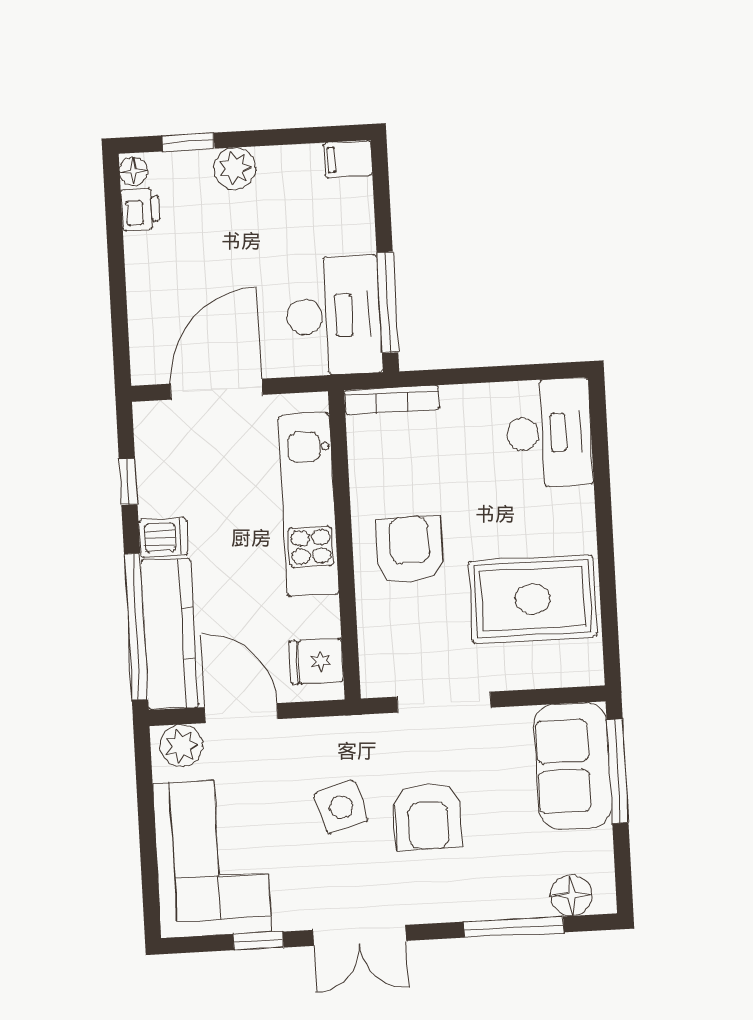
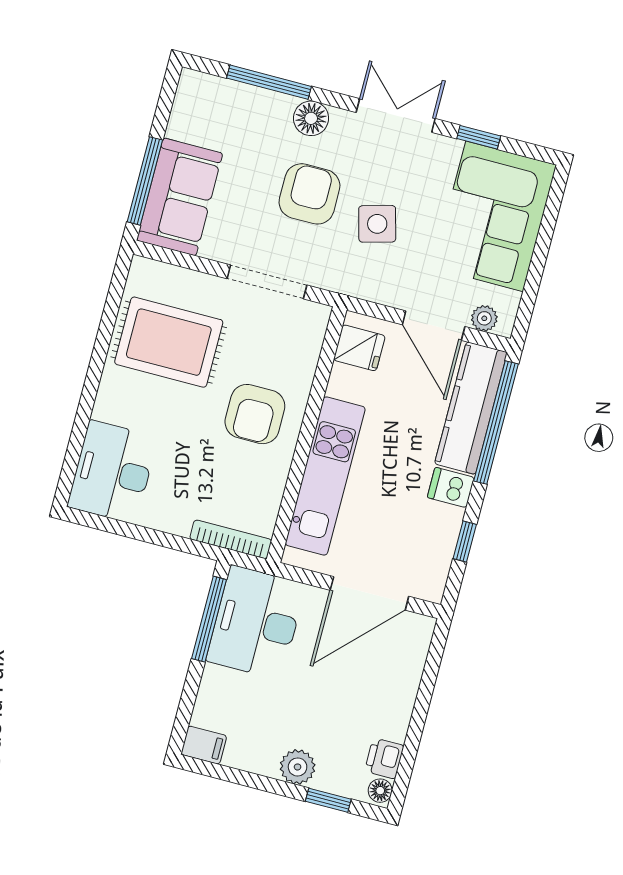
plant: (181, 746) -> (484, 318), width x0.73, depth x0.73
floor lamp: (571, 895) -> (311, 118), moved

